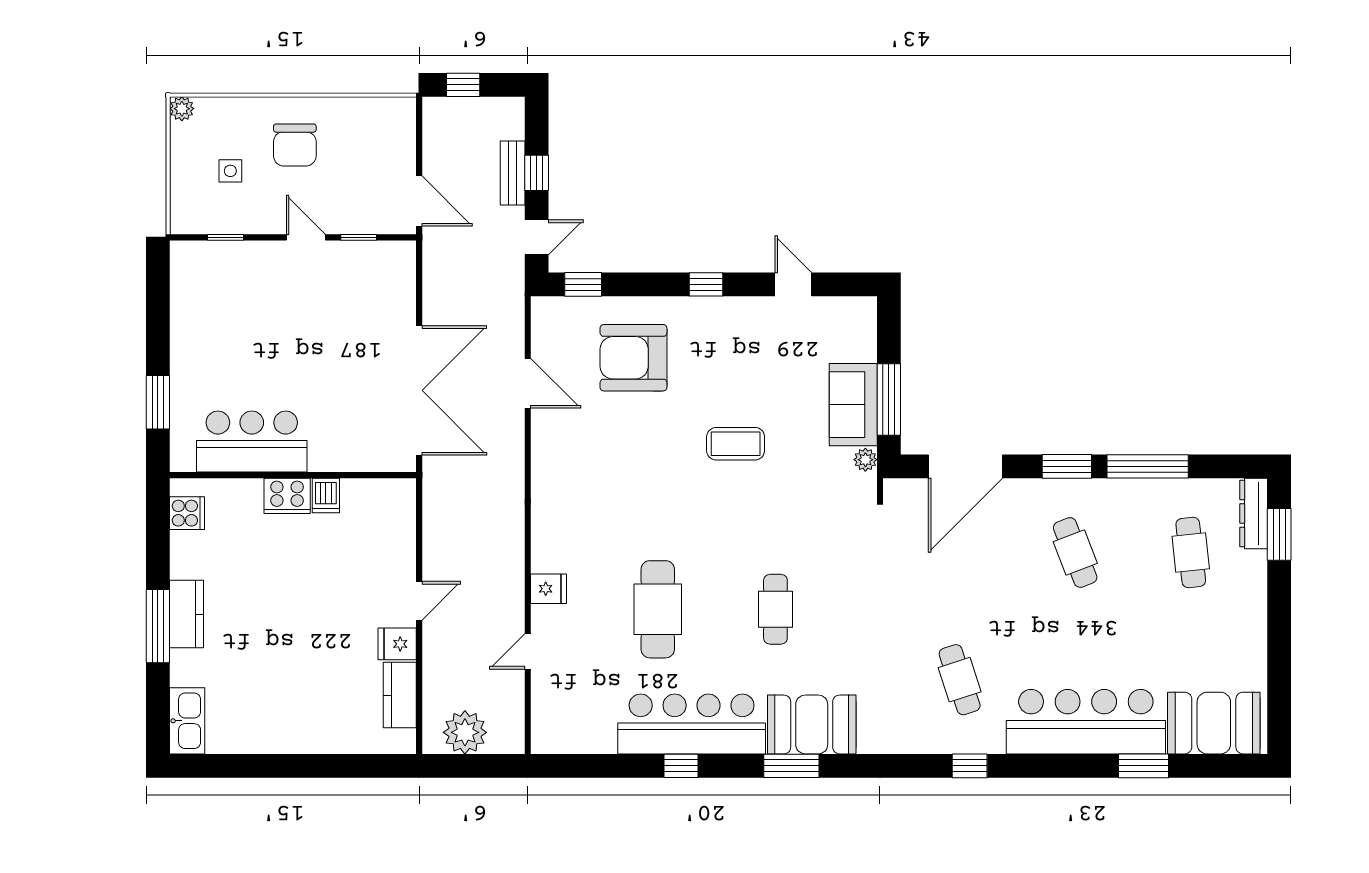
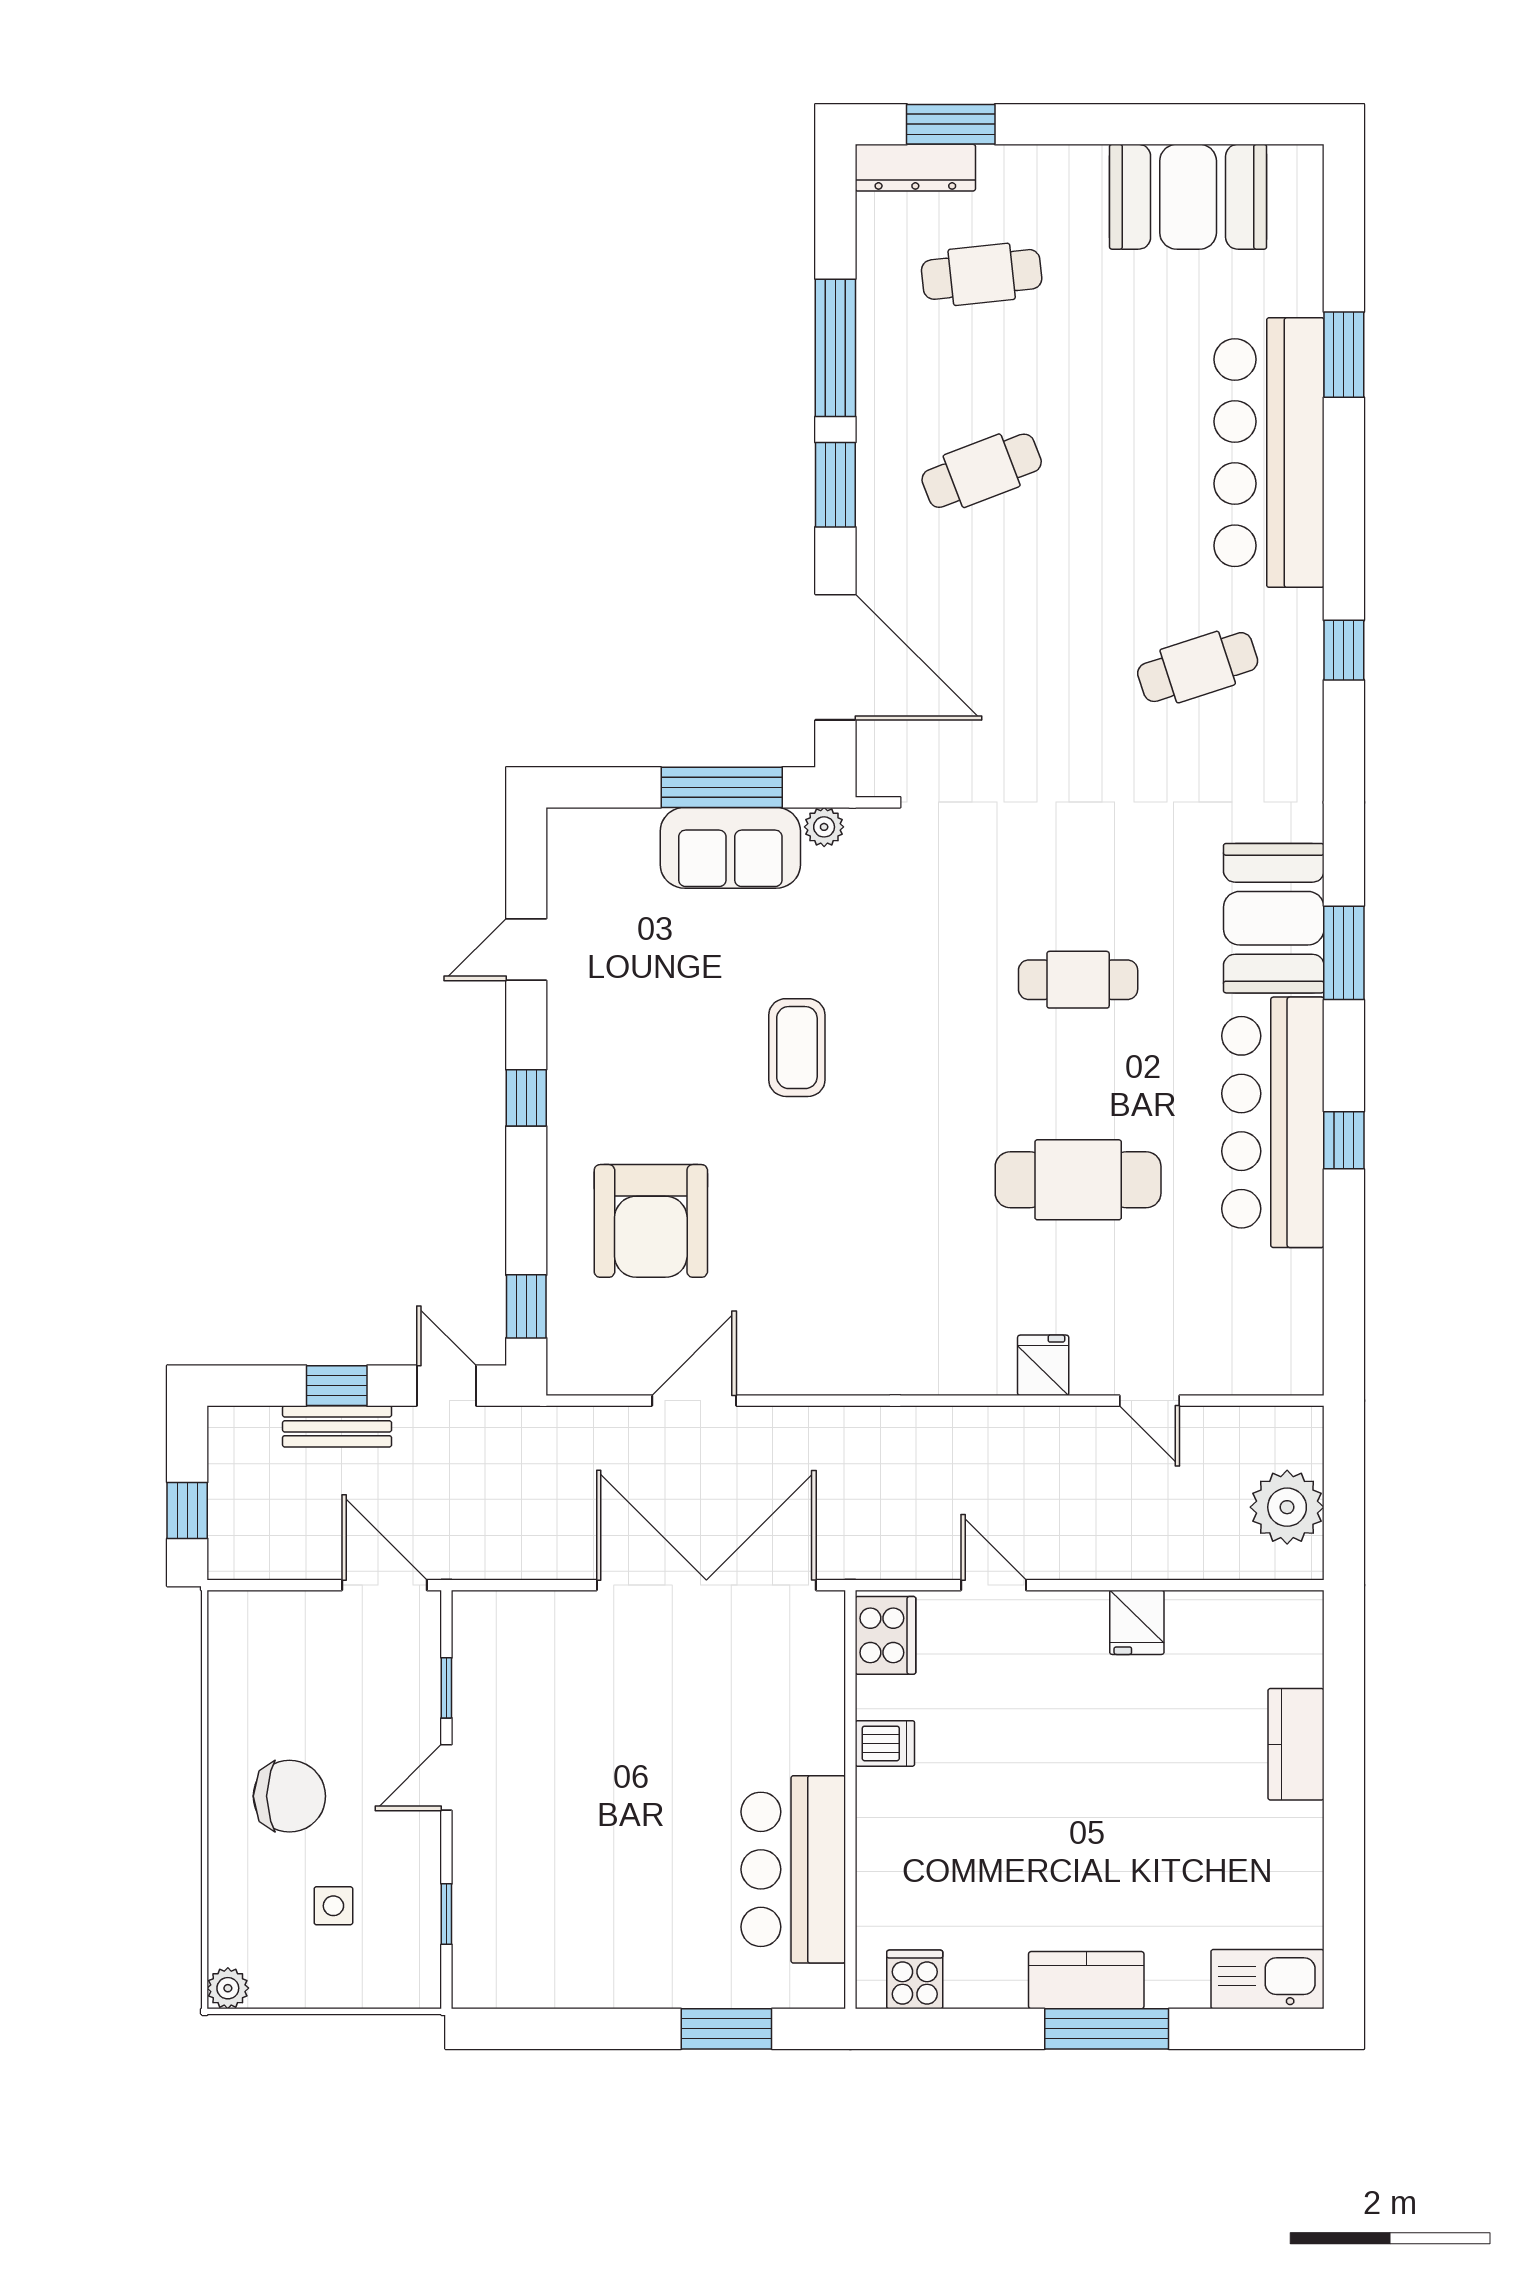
door: (419, 201) -> (384, 1585), hinge flipped
cooker: (287, 496) -> (885, 1635), moved
door: (419, 601) -> (994, 1585), moved
kitchen counter: (400, 695) -> (1296, 1744), moved, turned 90
booth: (1214, 723) -> (1188, 197), moved, turned 90

